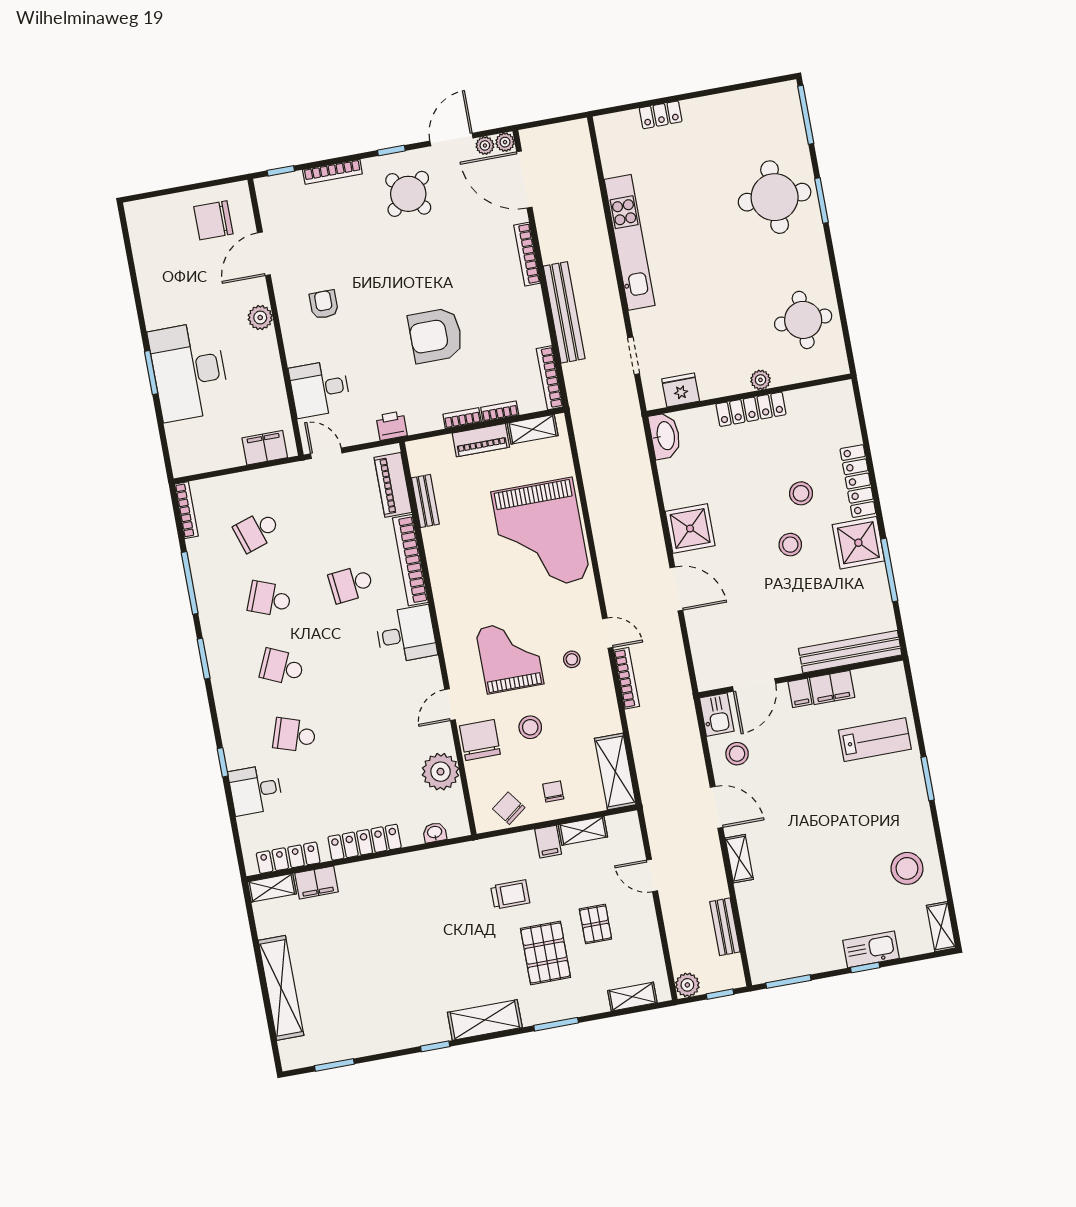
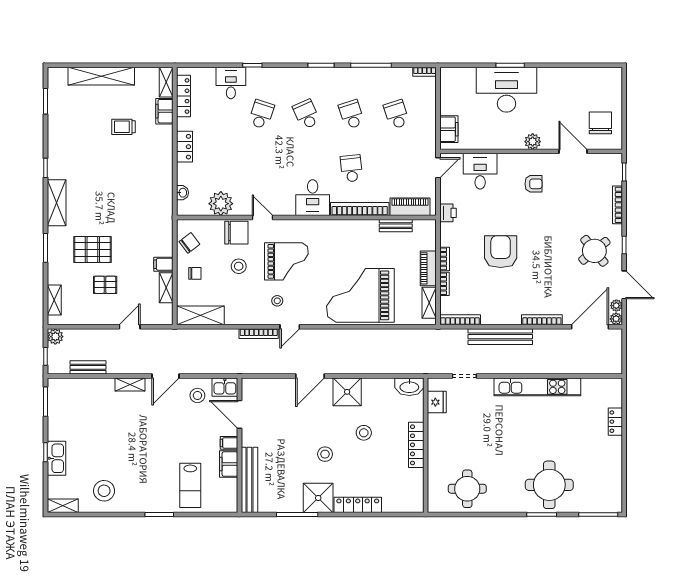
plant: (760, 380) -> (434, 454), removed
stool: (801, 493) -> (364, 433), moved
bookcase: (186, 510) -> (425, 72), width x0.64
school desk: (269, 599) -> (351, 114), turned -39
school desk: (282, 667) -> (306, 114), turned -48
locker: (365, 842) -> (185, 147), width x0.66
trolley: (510, 894) -> (124, 127), moved, turned 90

